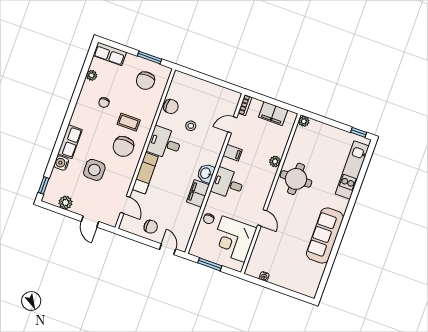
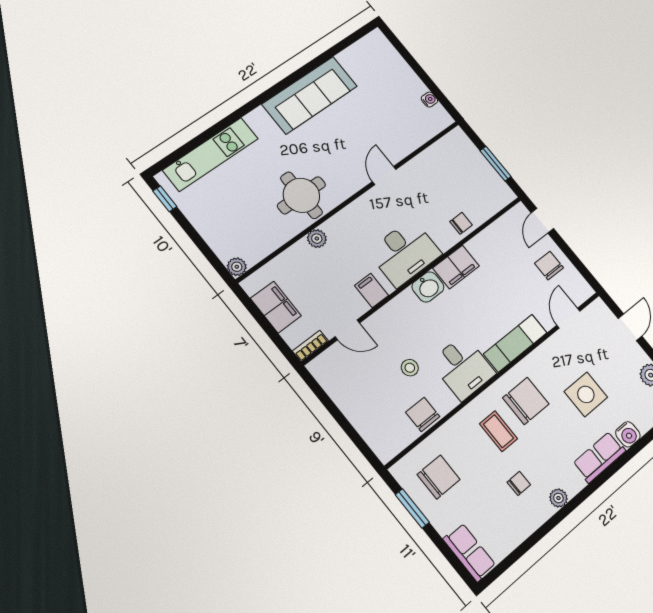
plant: (92, 75) -> (558, 498), moved
desk: (228, 183) -> (405, 253), width x1.37
corner desk: (233, 239) -> (442, 174), removed

